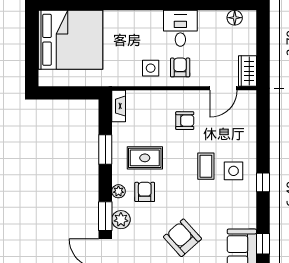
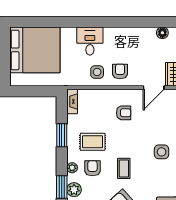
desk: (180, 28) -> (90, 41), moved
coffee table: (206, 166) -> (124, 168), moved

